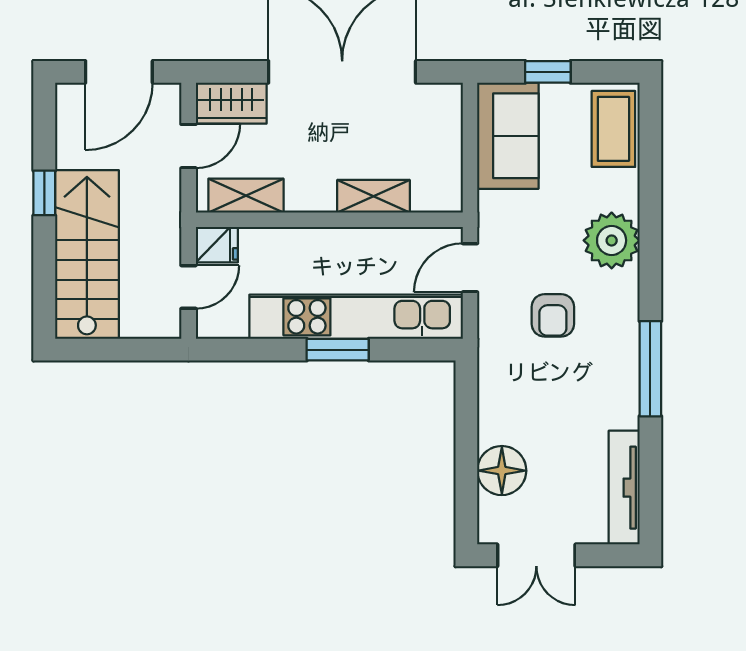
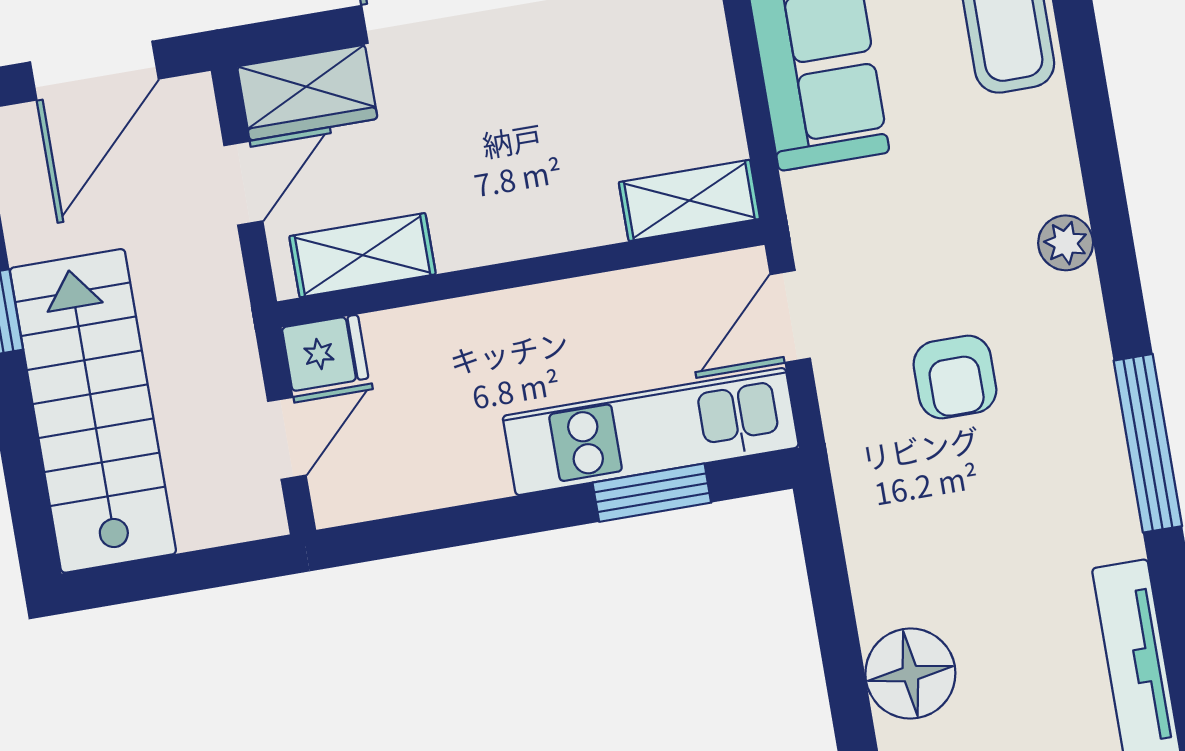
shelving: (374, 196) -> (689, 200), moved
plant: (612, 240) -> (1066, 243), width x0.53, depth x0.53
kitchen unit: (356, 317) -> (651, 432), width x0.73
window: (338, 350) -> (652, 493), moved

